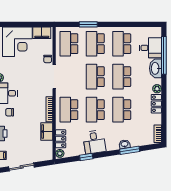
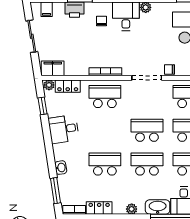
locker: (156, 104) -> (99, 208), moved
school desk: (95, 110) -> (105, 130), removed
filing cabinet: (47, 132) -> (53, 68), moved
window: (130, 150) -> (56, 191), moved
window: (86, 157) -> (42, 106), moved

